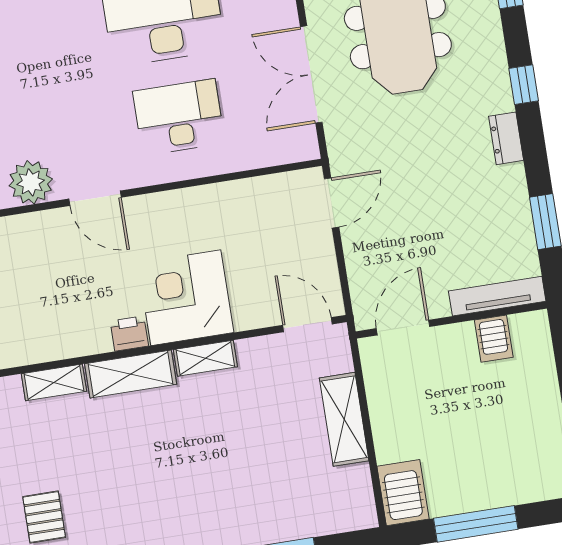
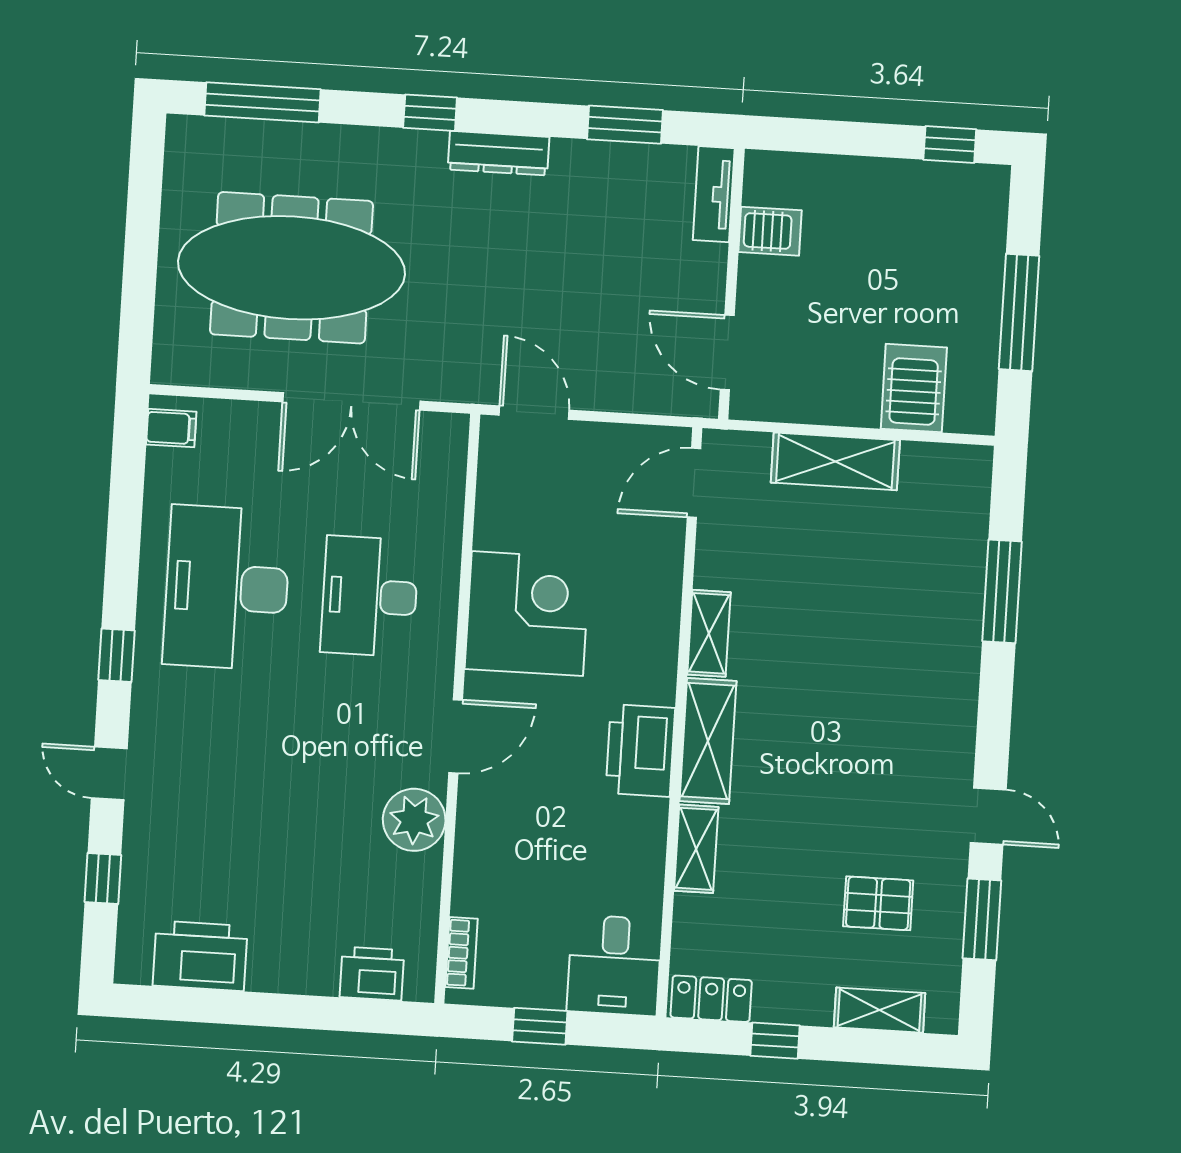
dresser: (506, 138) -> (499, 153), width x1.44
tv unit: (497, 296) -> (714, 194), width x0.71
corner desk: (186, 298) -> (527, 614), moved, turned 180
printer: (129, 334) -> (640, 751), width x1.87, depth x1.48
server rack: (403, 493) -> (914, 388), moved, turned 90

